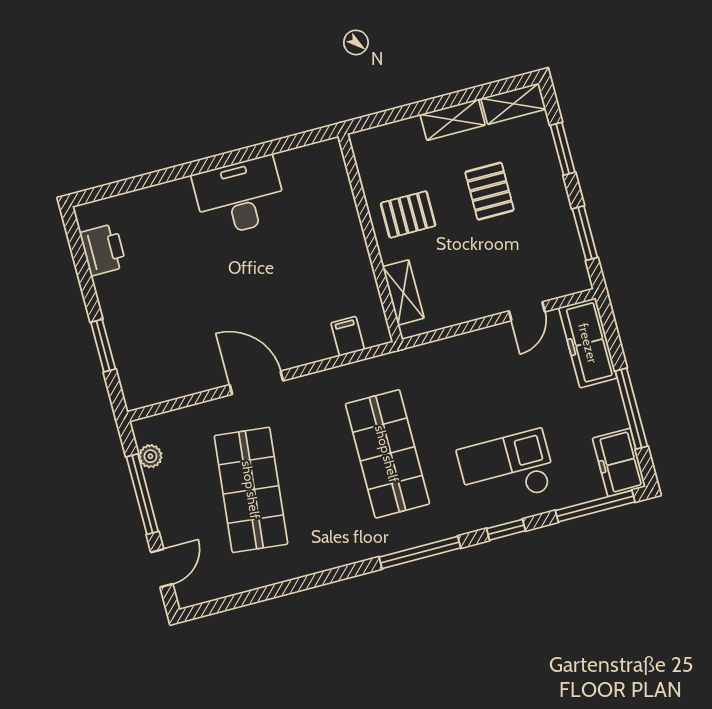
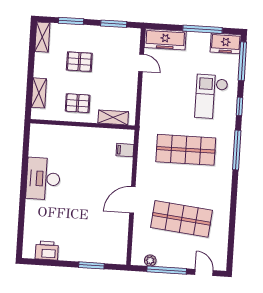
shelving: (453, 120) -> (39, 93), moved
pallet: (408, 214) -> (78, 103), turned 90

